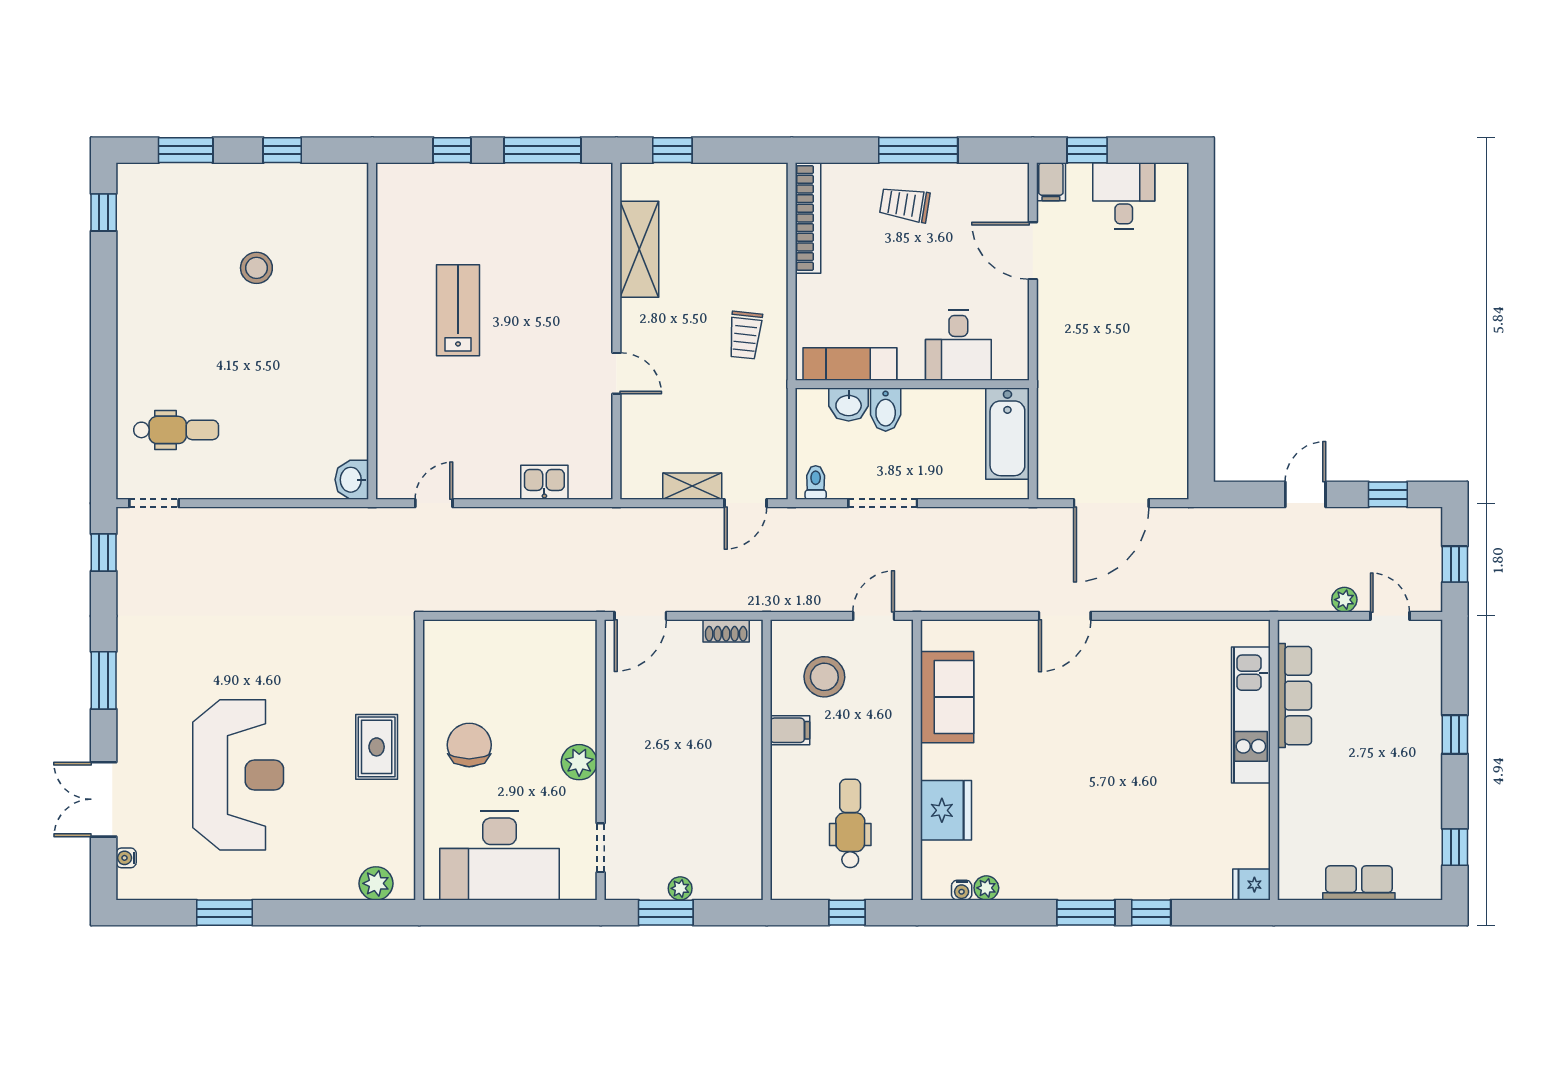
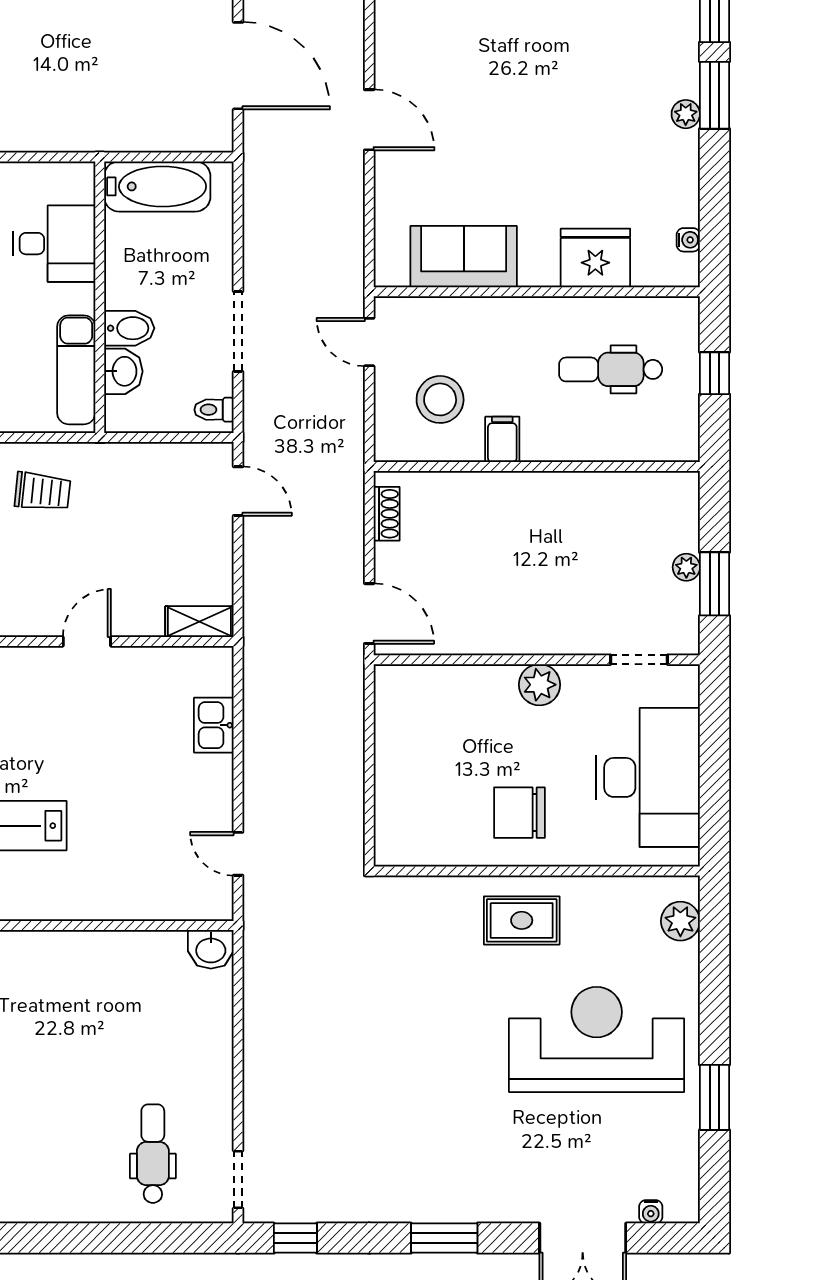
shelving: (692, 486) -> (199, 622), moved, turned 90
reception desk: (238, 775) -> (597, 1039), moved
plant: (986, 888) -> (686, 114), moved

